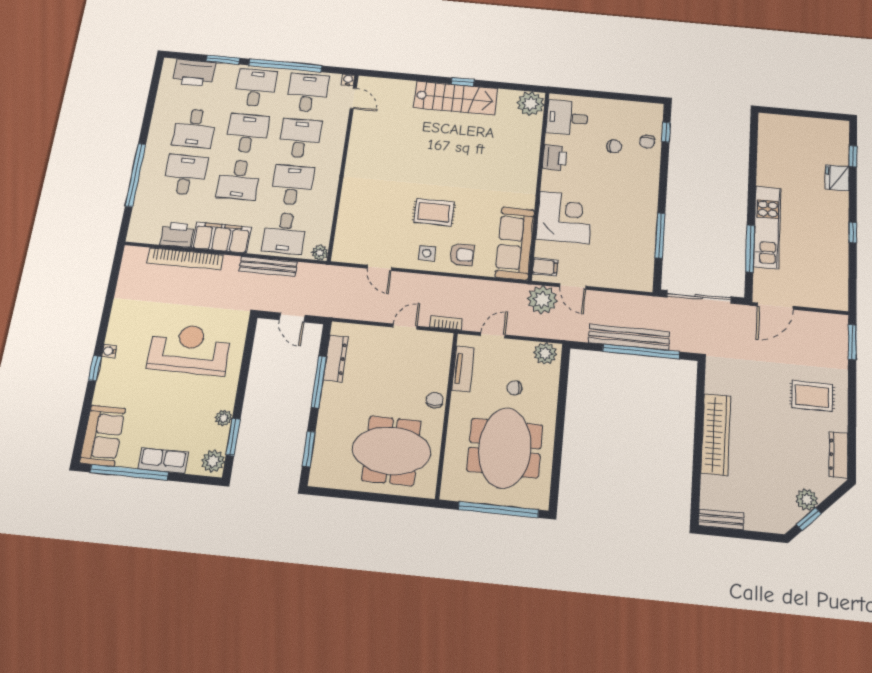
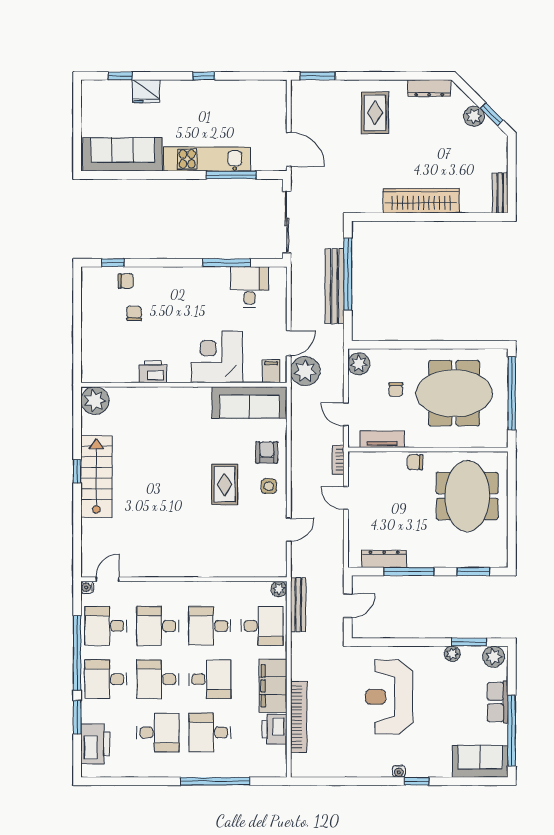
desk: (567, 118) -> (250, 287), moved, turned 180
sofa: (774, 151) -> (123, 154), added
bench: (268, 266) -> (298, 605), moved

